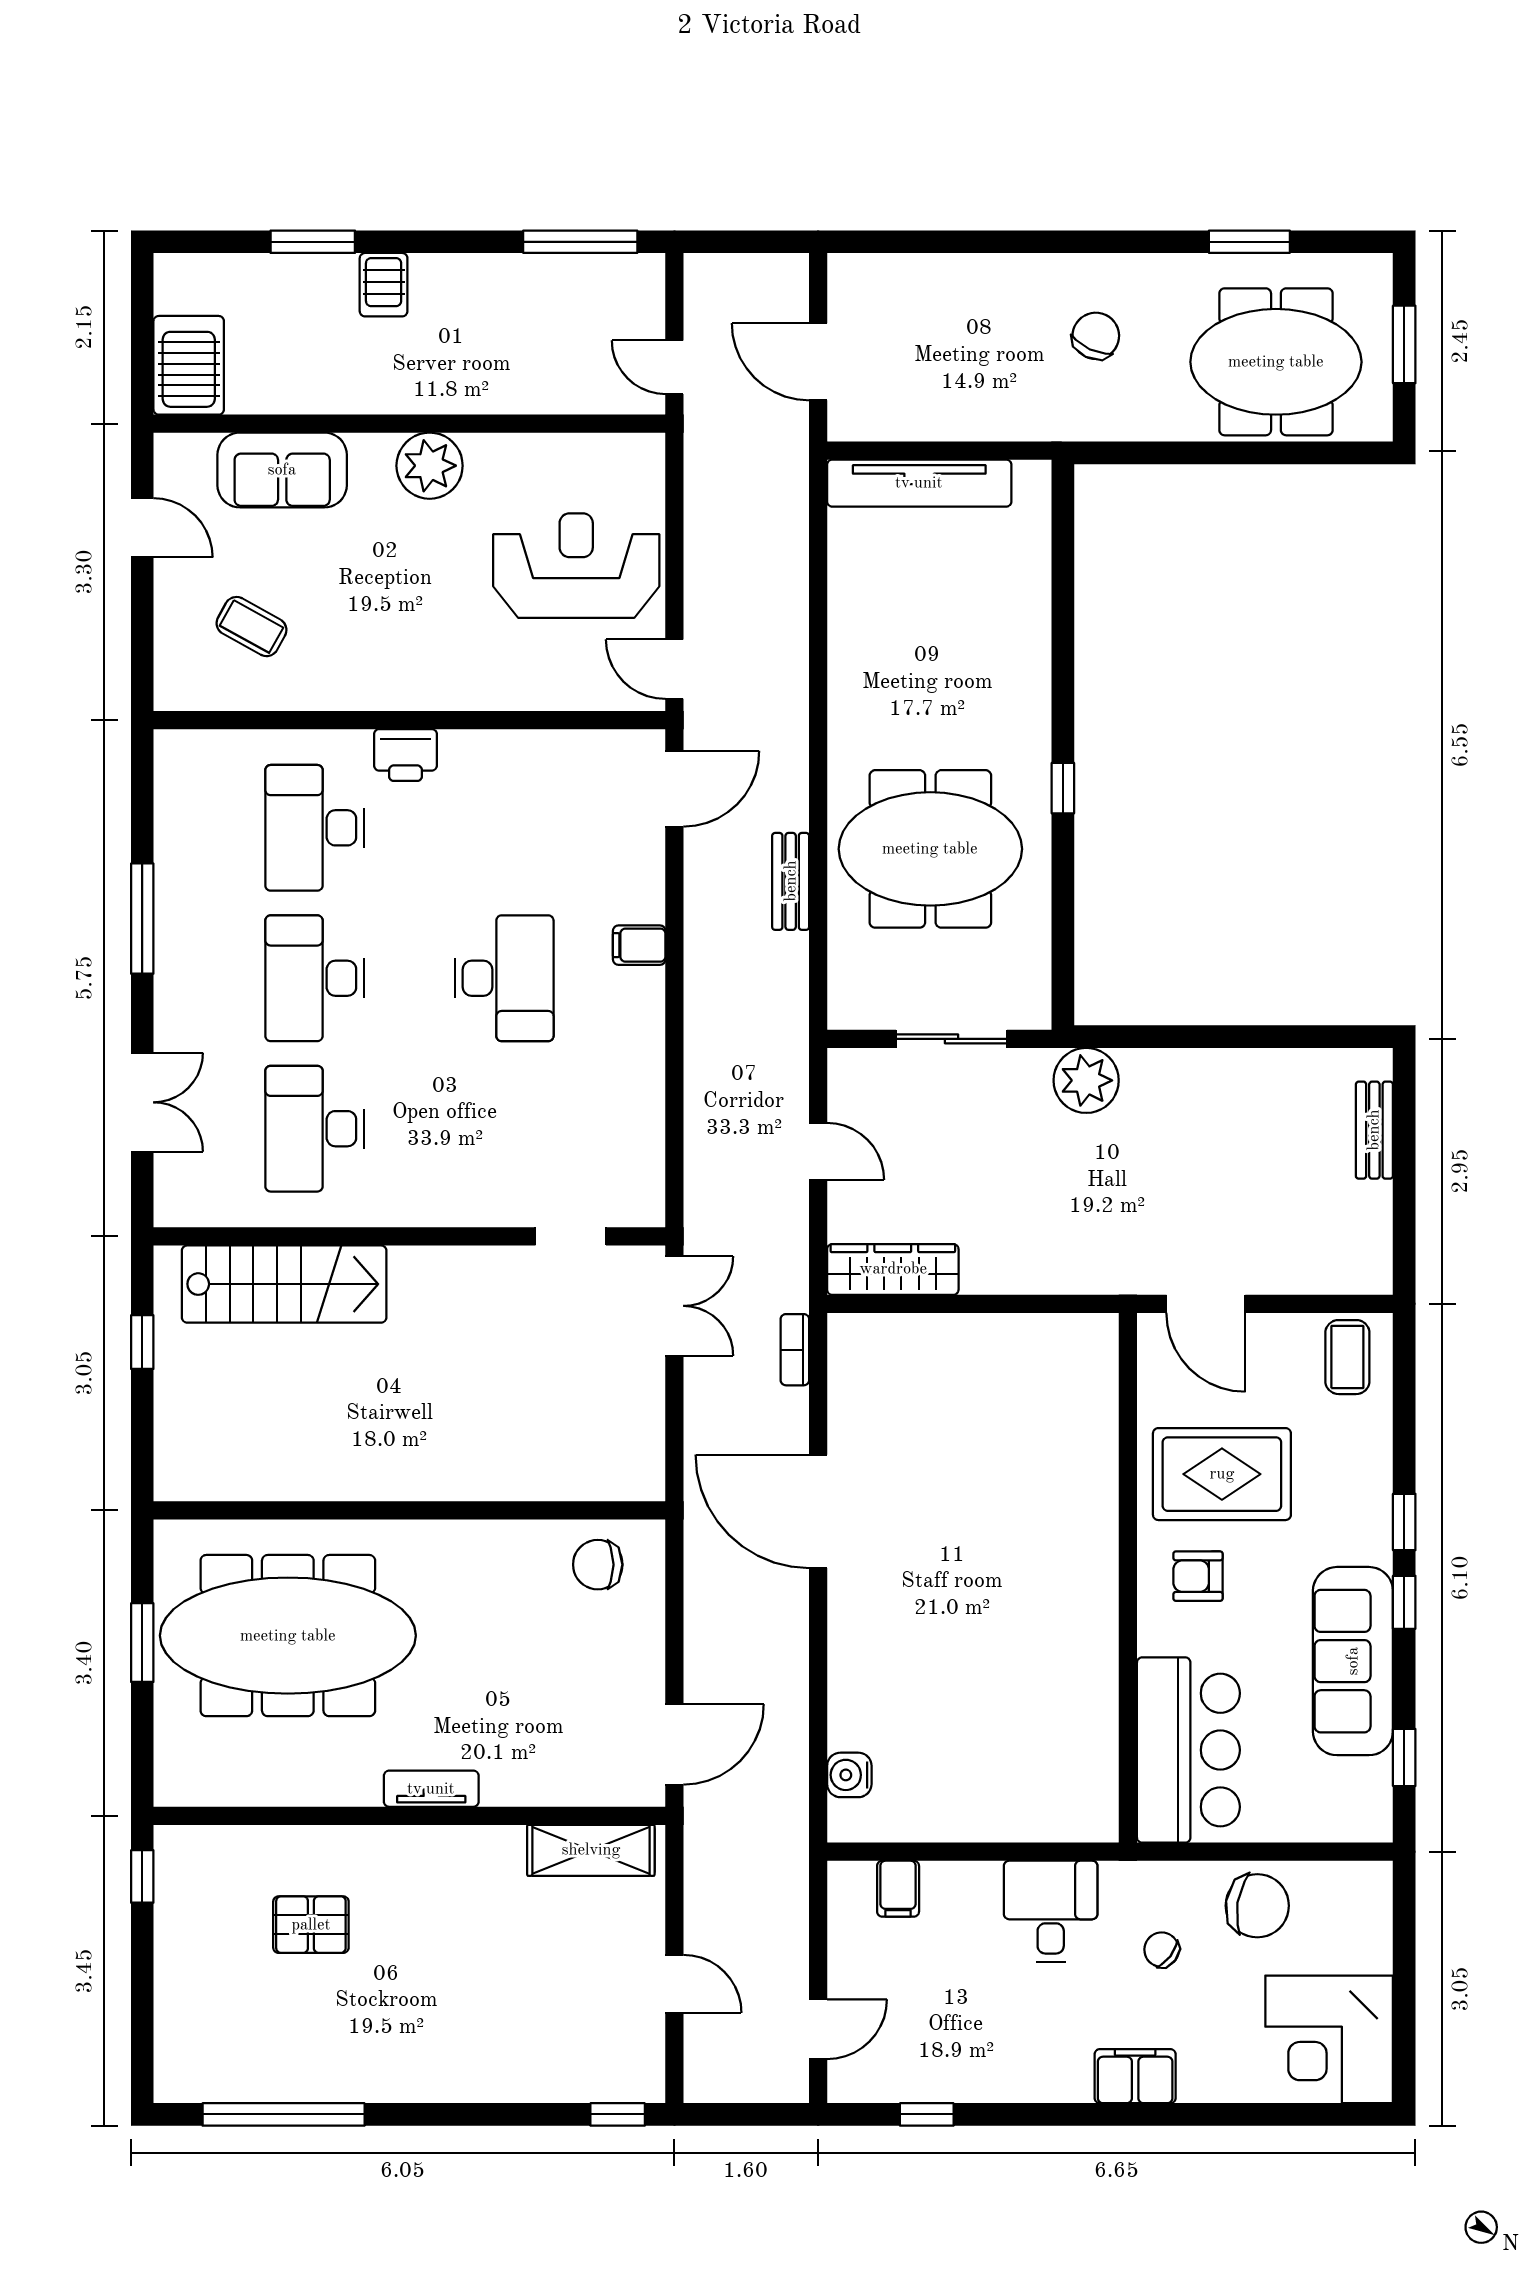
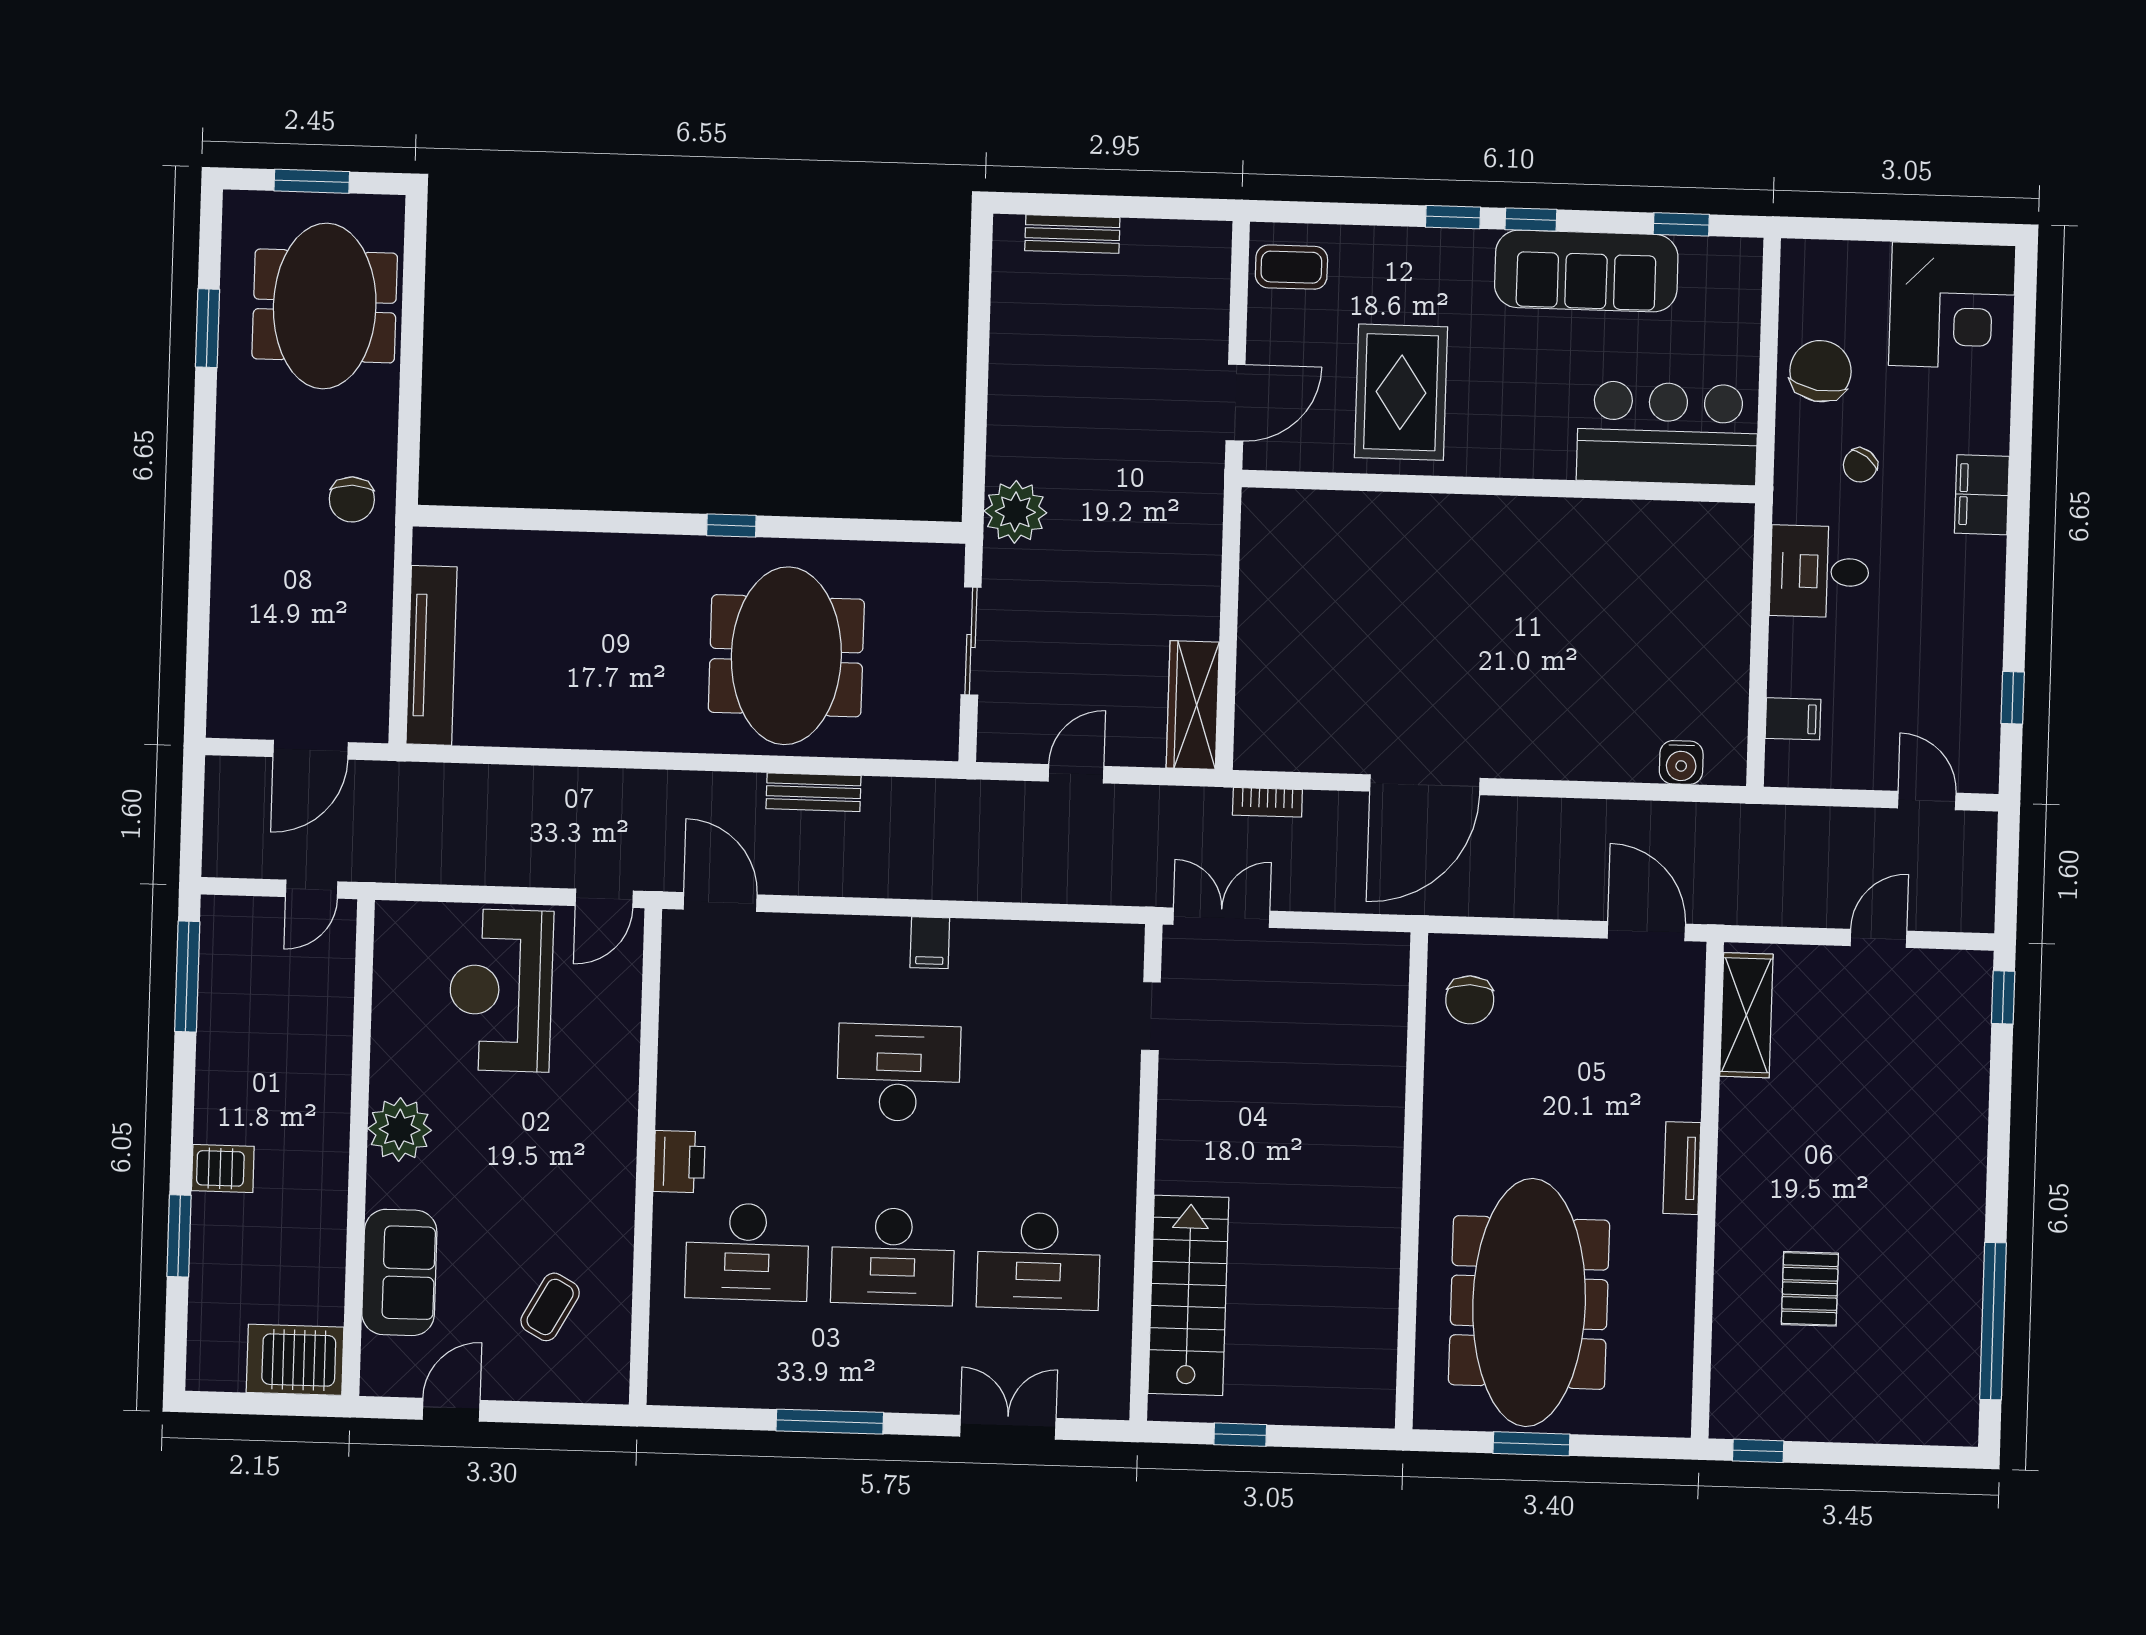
chair: (1096, 336) -> (352, 499), moved, turned -115
filing cabinet: (639, 945) -> (930, 943), moved
armchair: (1198, 1576) -> (1499, 419), removed

